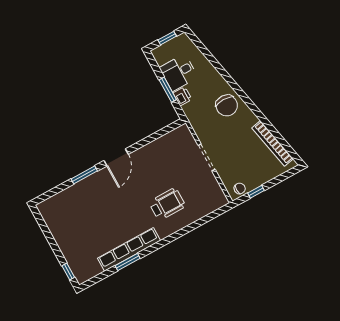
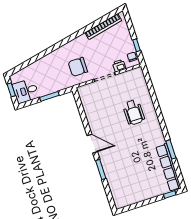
desk: (179, 73) -> (26, 91), moved, turned 90
printer: (182, 96) -> (119, 66), moved
chair: (227, 105) -> (78, 67), moved, turned 180
wheelchair: (167, 204) -> (134, 112), turned 180
row of seats: (129, 249) -> (169, 167), moved

